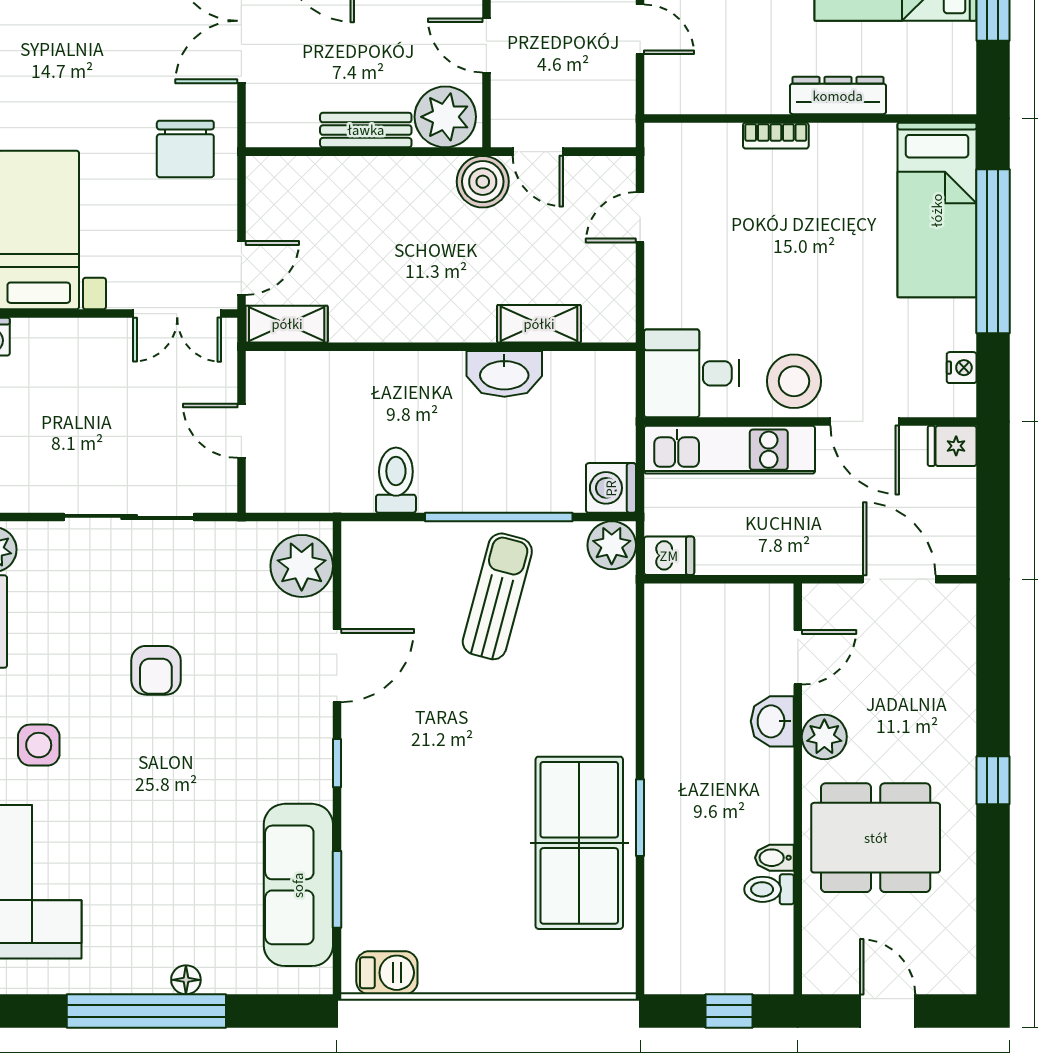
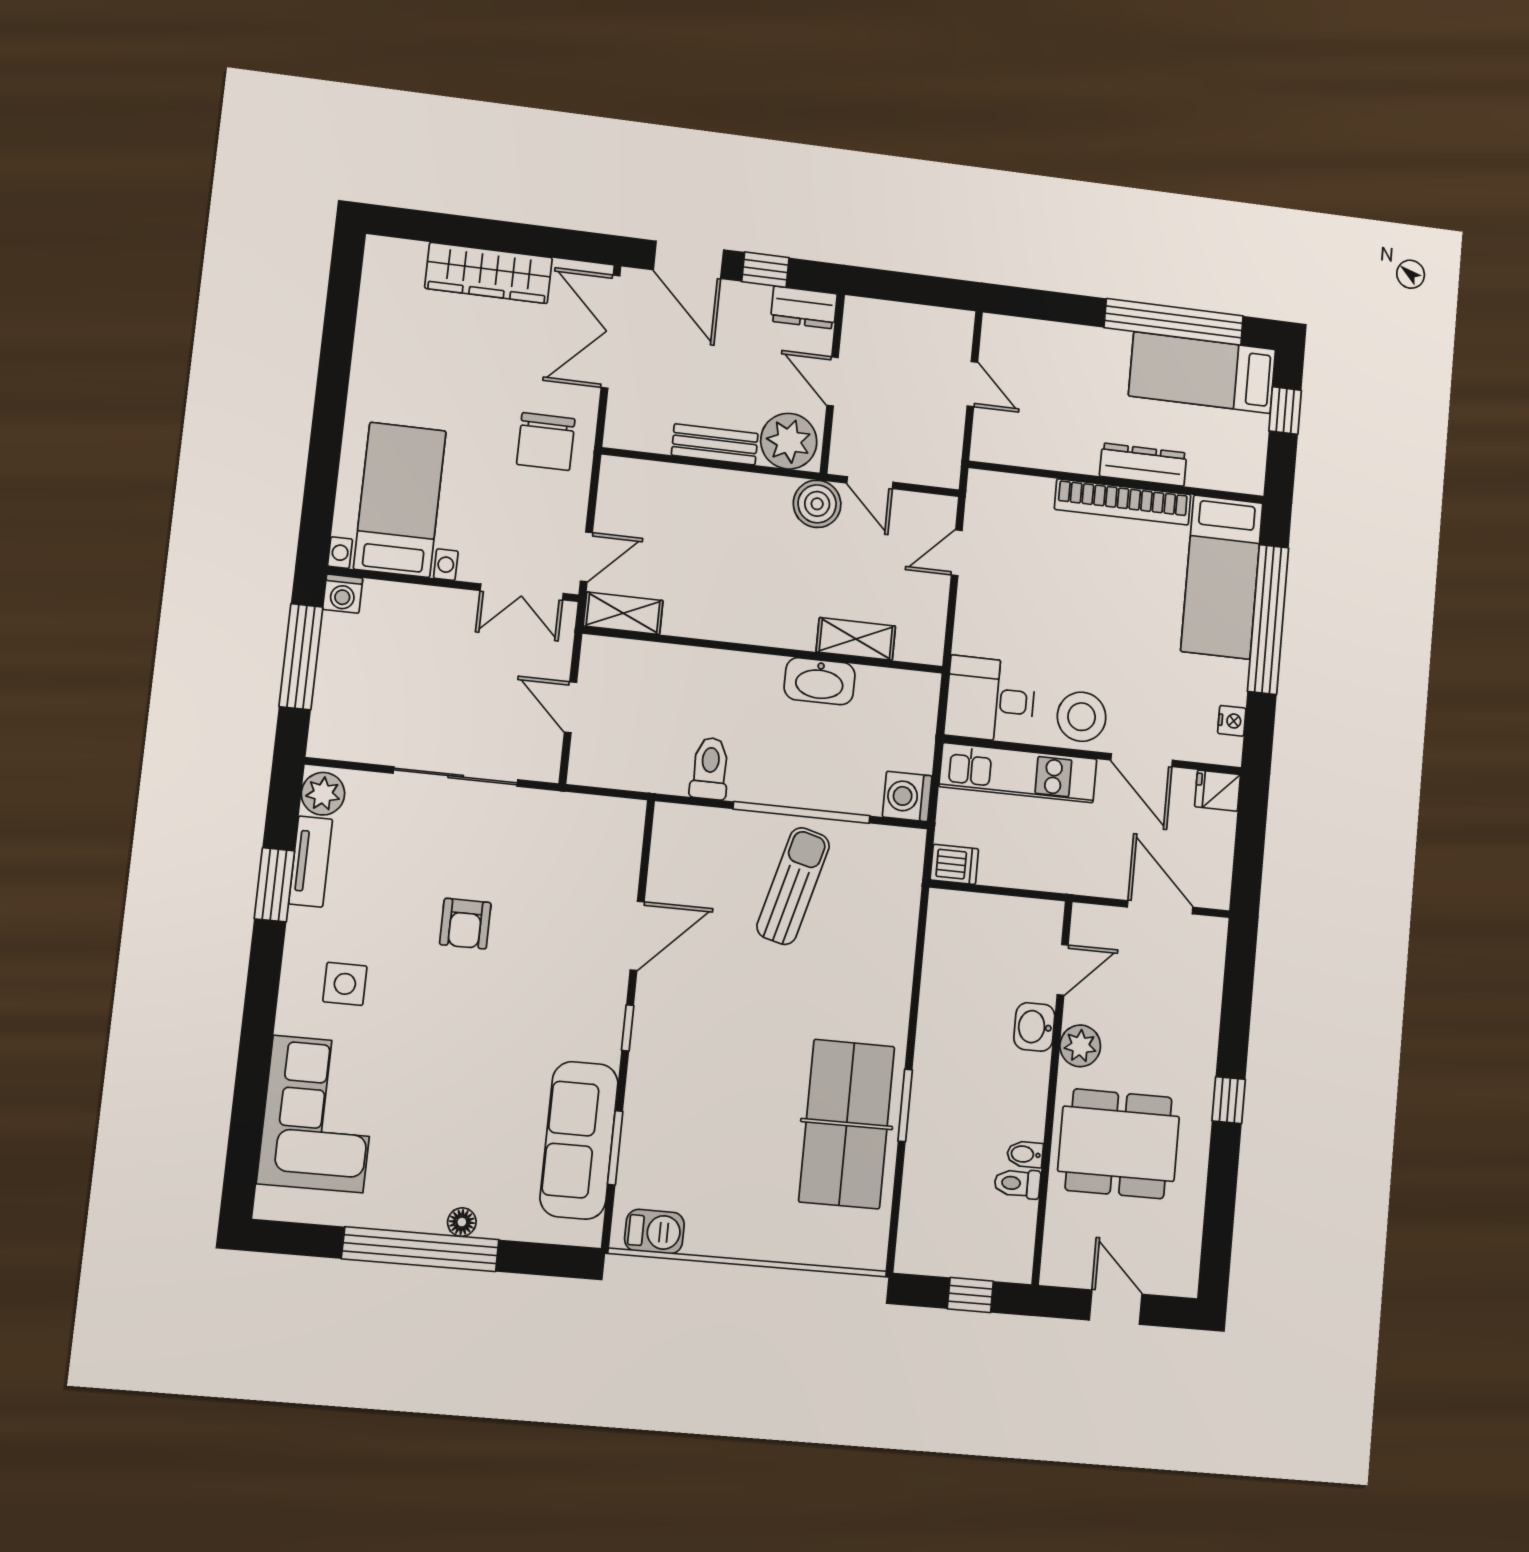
bookcase: (776, 136) -> (1123, 502), width x2.31, depth x1.31
plant: (612, 545) -> (903, 849), removed
plant: (302, 566) -> (614, 839), removed

